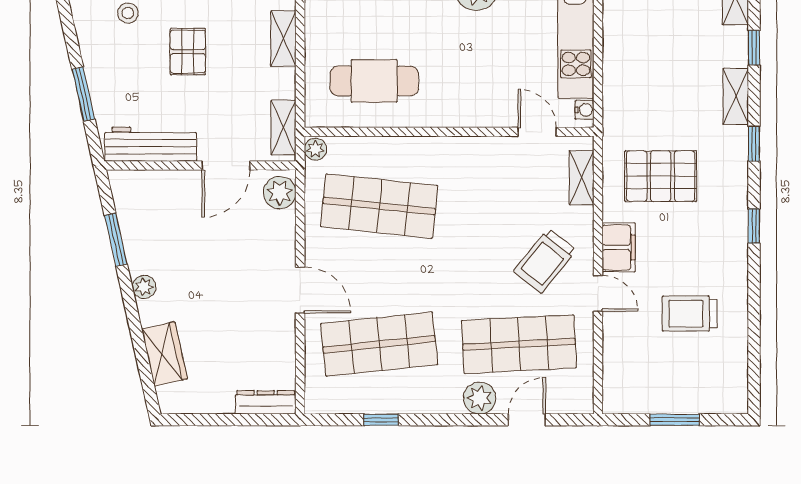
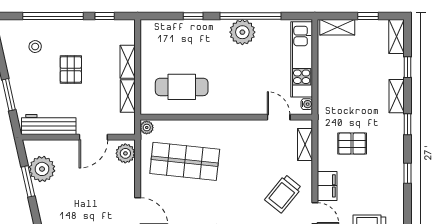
shelving: (284, 128) -> (128, 96), moved
pallet: (661, 176) -> (352, 144), width x0.67, depth x0.71
plant: (144, 287) -> (42, 169), moved, width x1.88, depth x1.88

